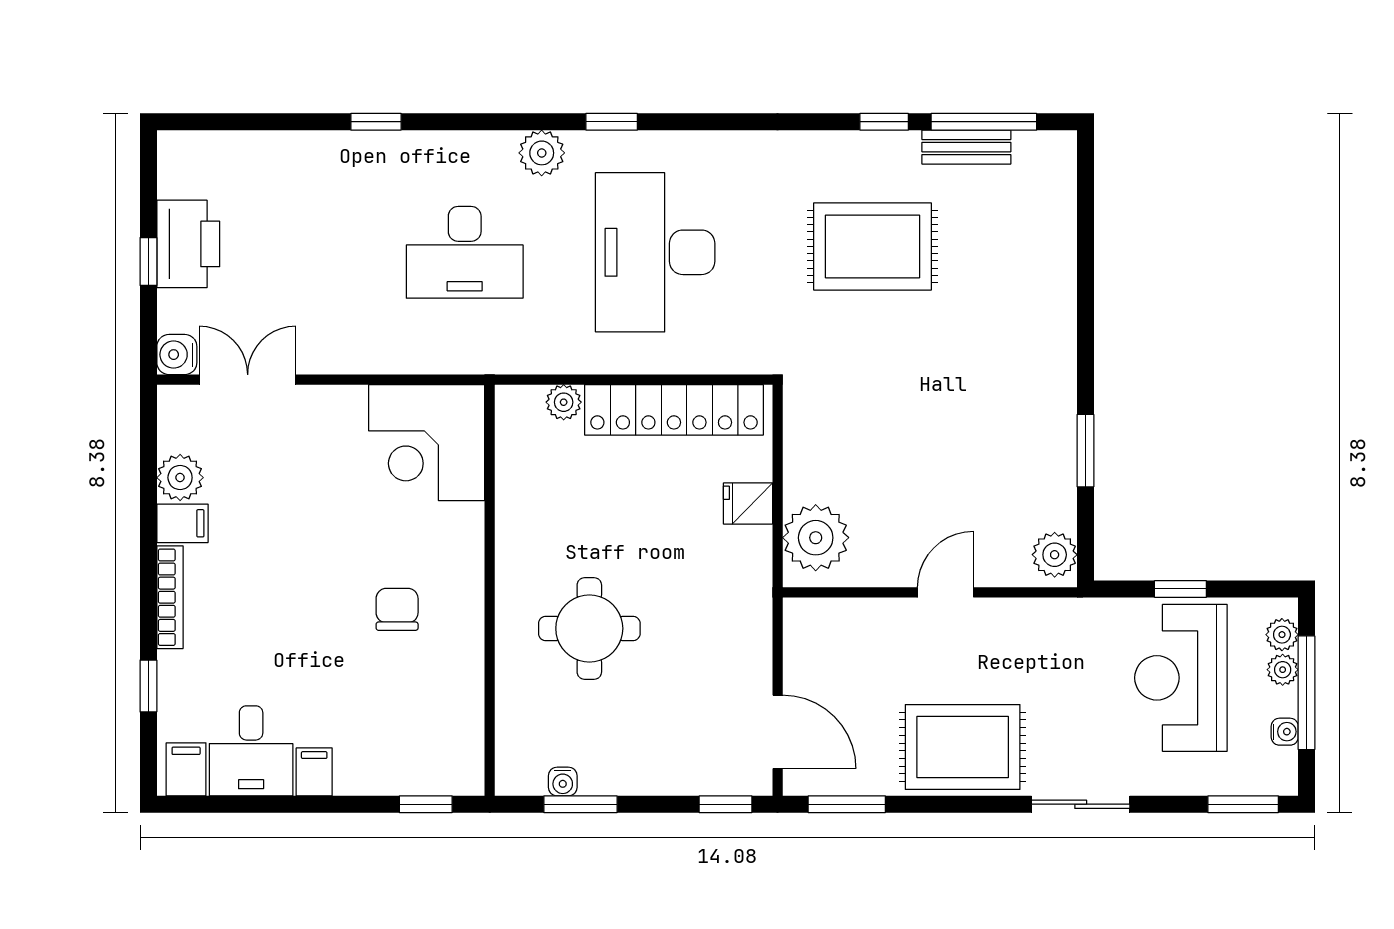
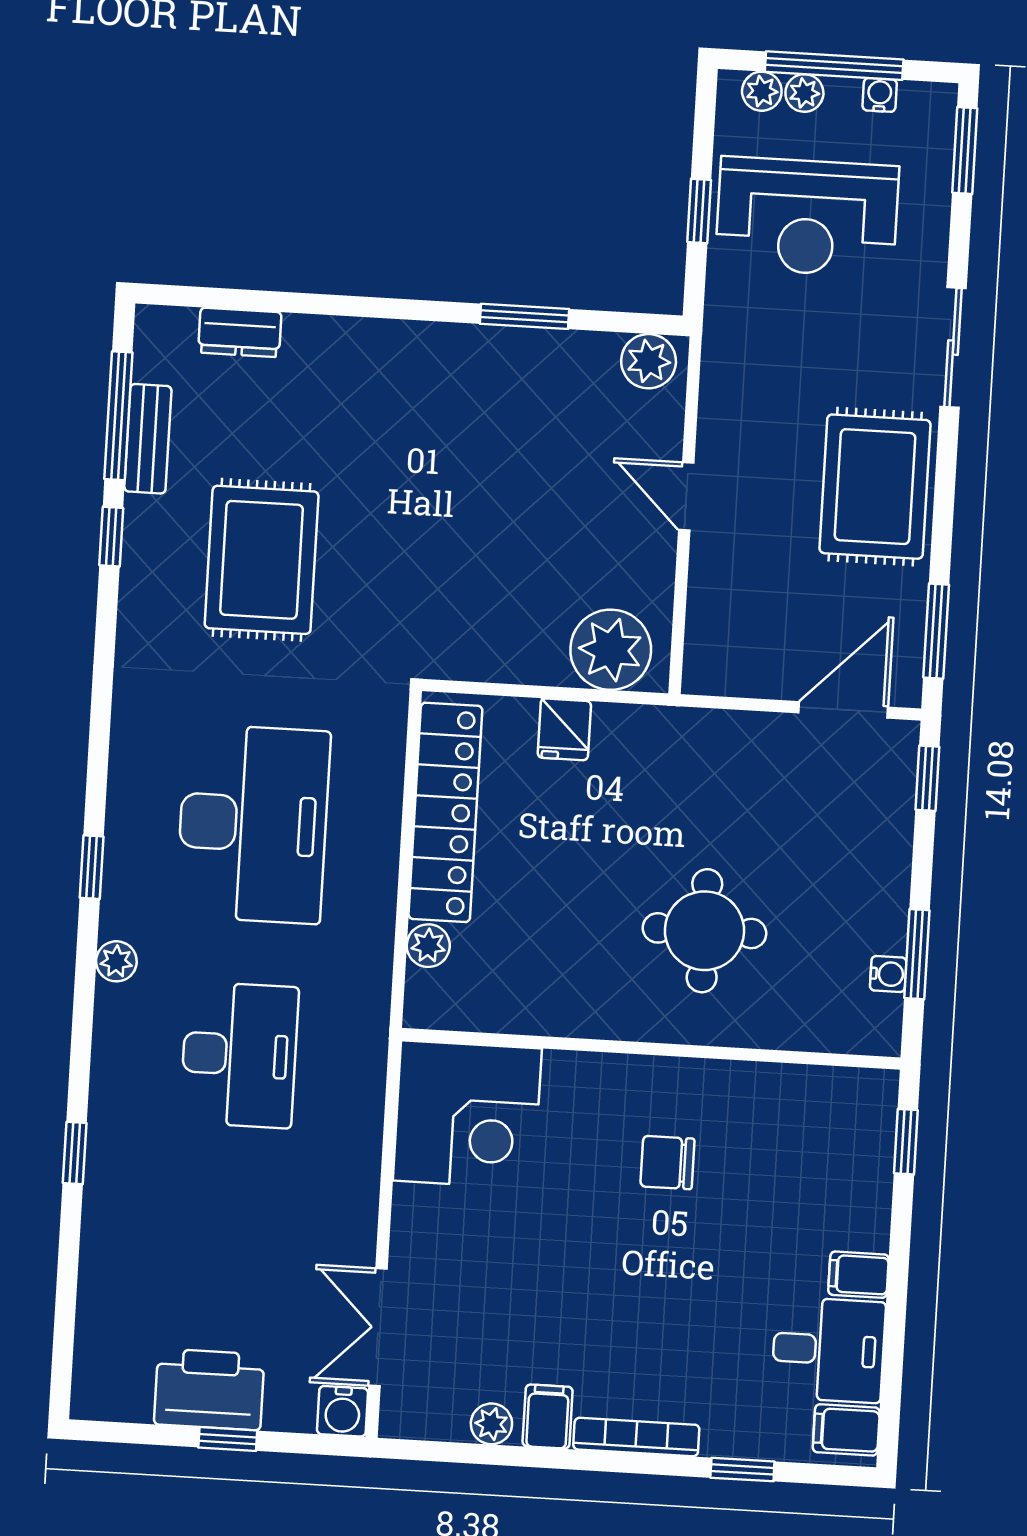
plant: (542, 153) -> (116, 961), width x0.73, depth x0.73
dresser: (1058, 217) -> (240, 332), added
desk: (655, 252) -> (253, 824), turned -90
plant: (180, 478) -> (491, 1424), width x0.73, depth x0.73

